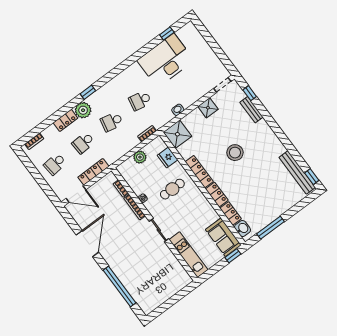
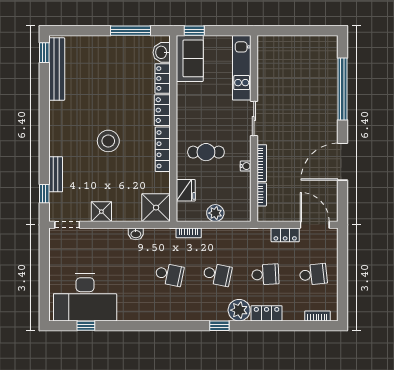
desk: (166, 60) -> (85, 297), moved
locker: (93, 172) -> (285, 235), width x0.66

